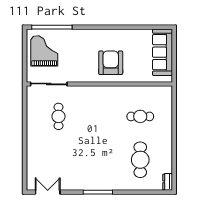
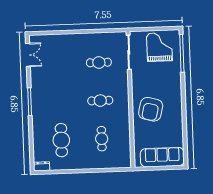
grand piano: (44, 51) -> (159, 47), turned -90
armchair: (111, 63) -> (151, 109), turned 104
cafe table: (99, 116) -> (100, 101), added
cafe table: (140, 160) -> (61, 140), turned 90

